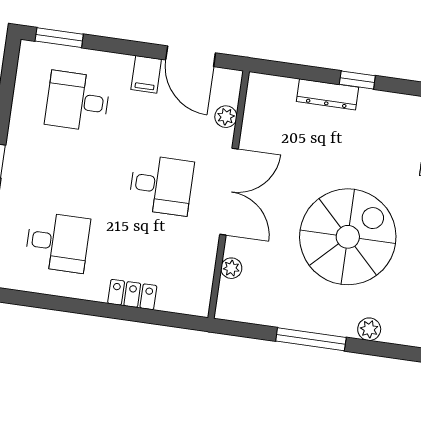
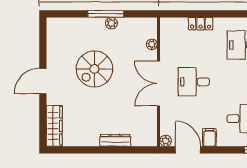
window: (357, 80) -> (101, 150), removed
plant: (226, 117) -> (166, 141), moved
spiral stairs: (348, 237) -> (94, 69), width x0.73, depth x0.73
plant: (369, 329) -> (111, 23), moved

